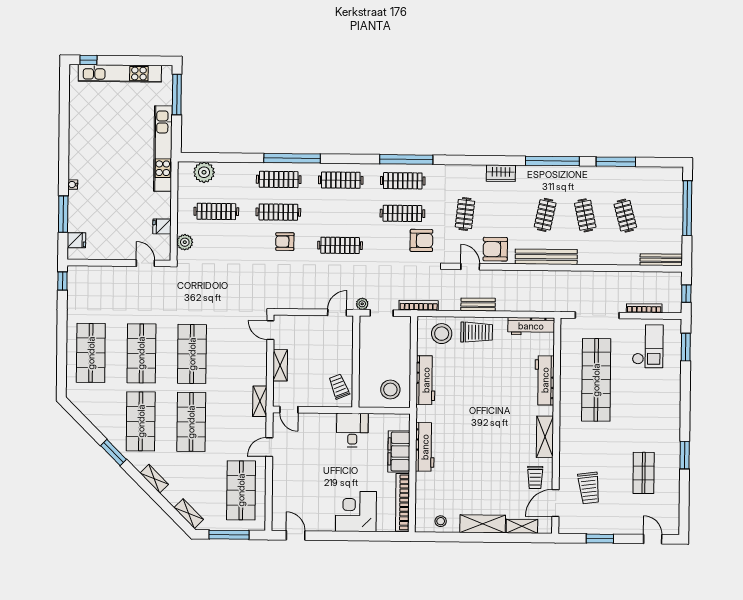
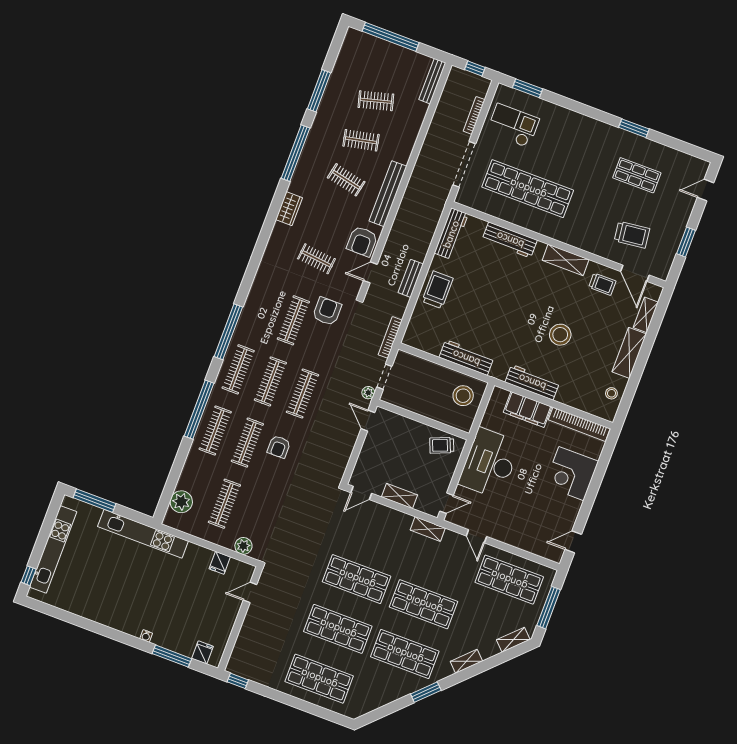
window: (406, 159) -> (228, 332), moved
clothes rail: (403, 181) -> (270, 381), moved
stool: (442, 334) -> (560, 335), moved
desk: (352, 430) -> (489, 463), width x1.87, depth x1.30

